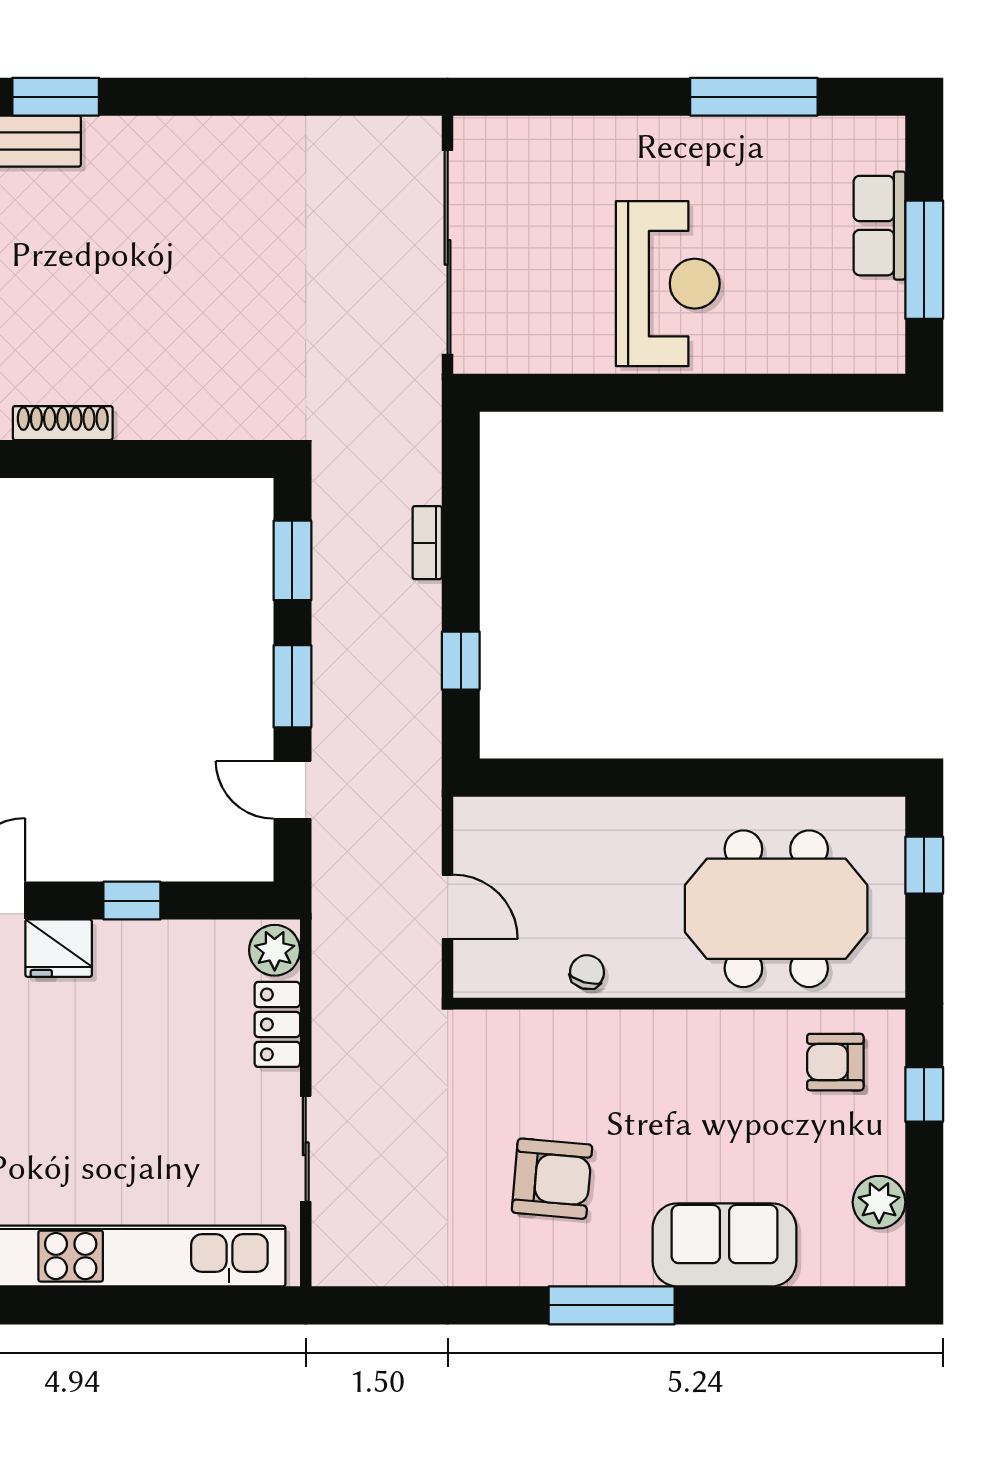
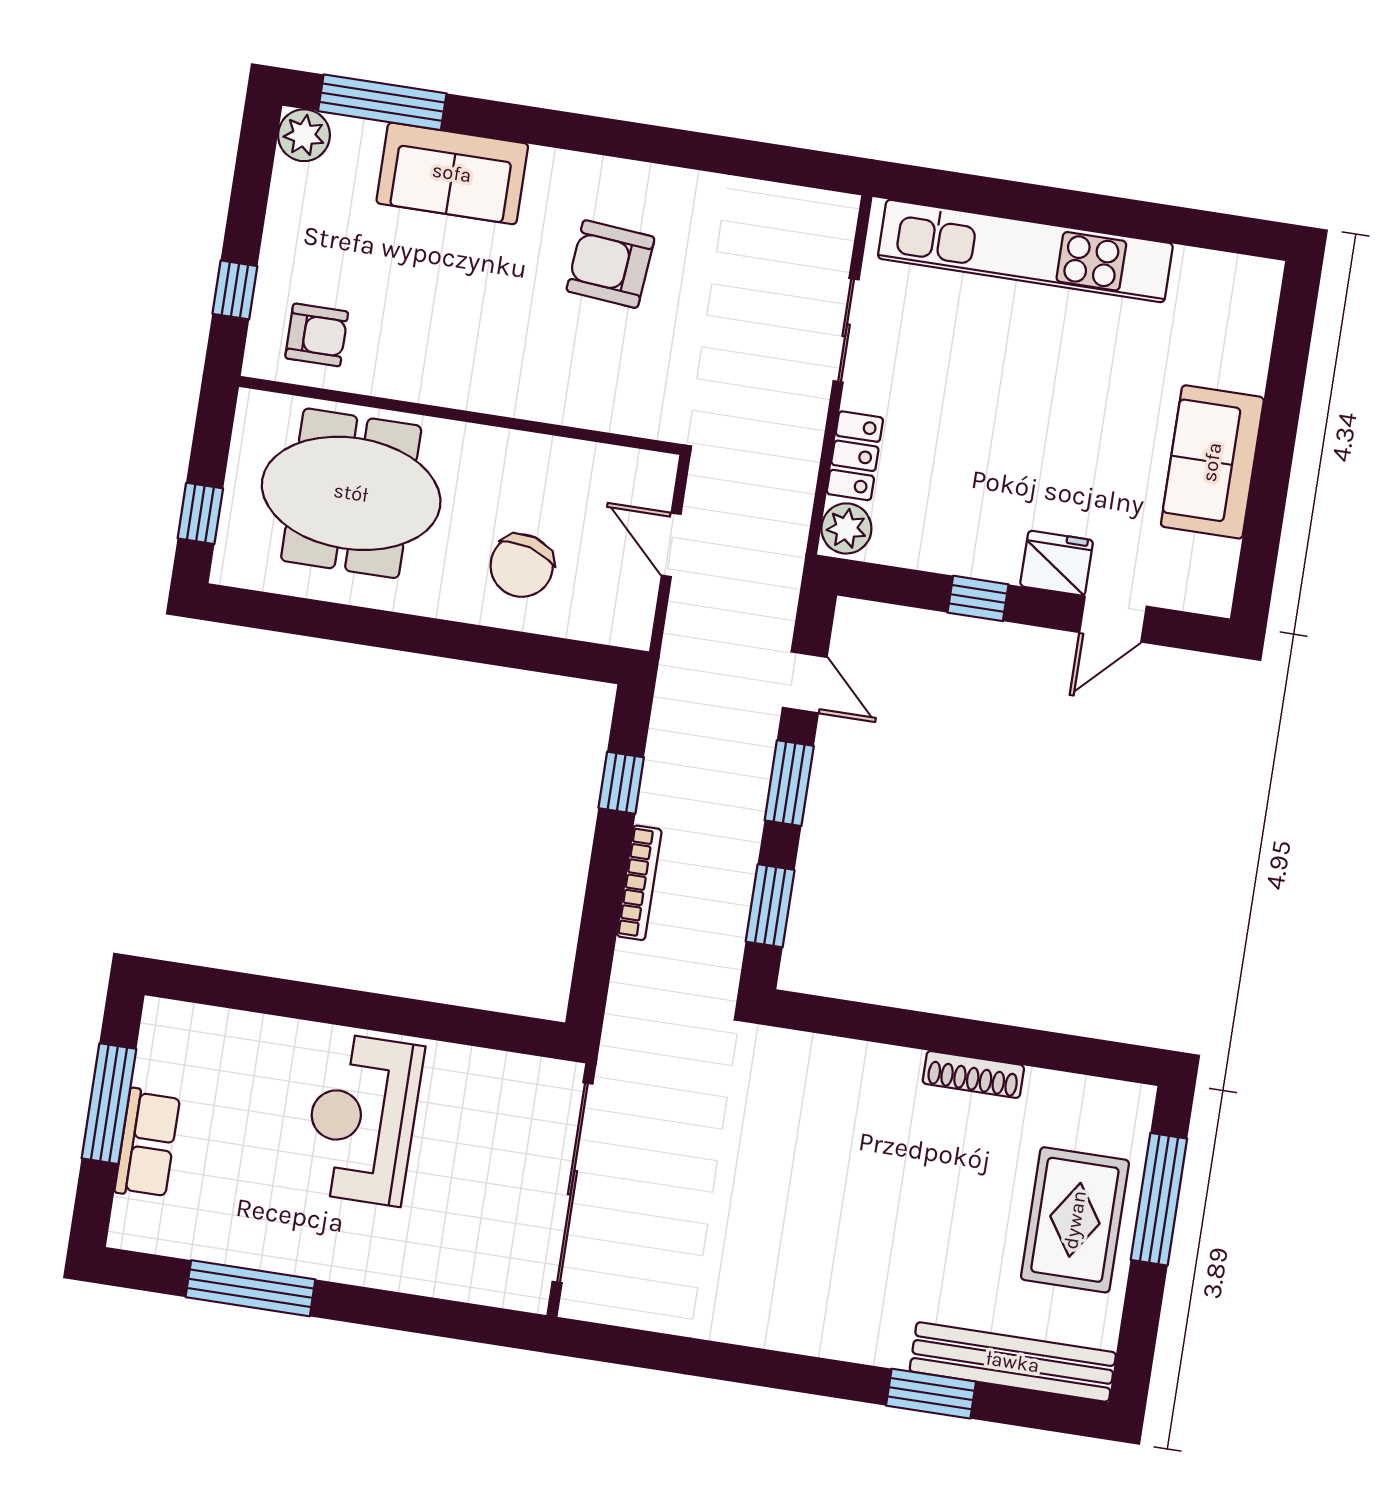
bookcase: (427, 543) -> (639, 883), width x1.56
chair: (587, 972) -> (522, 566), moved, width x1.87, depth x1.87
plant: (879, 1202) -> (304, 135), moved
window: (612, 1305) -> (382, 102), moved

